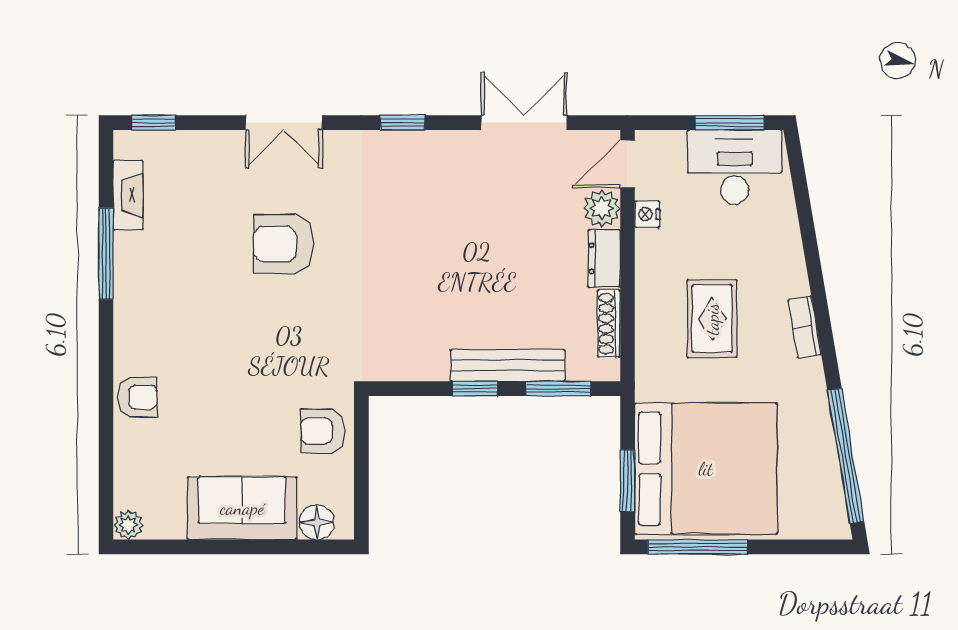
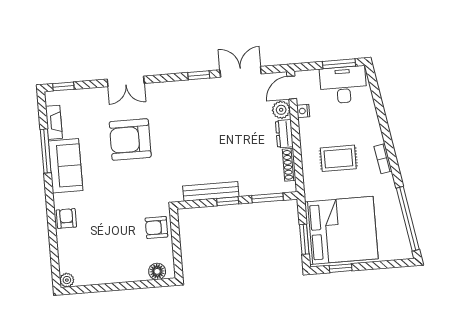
window: (403, 123) -> (199, 75), moved
armchair: (283, 244) -> (130, 139), width x1.36, depth x1.36
rug: (712, 319) -> (338, 158), turned 90
bench: (508, 365) -> (211, 191), moved
armchair: (137, 397) -> (66, 218), turned -90
sofa: (242, 508) -> (66, 166), moved, turned 90
window: (698, 547) -> (341, 268), width x0.46

